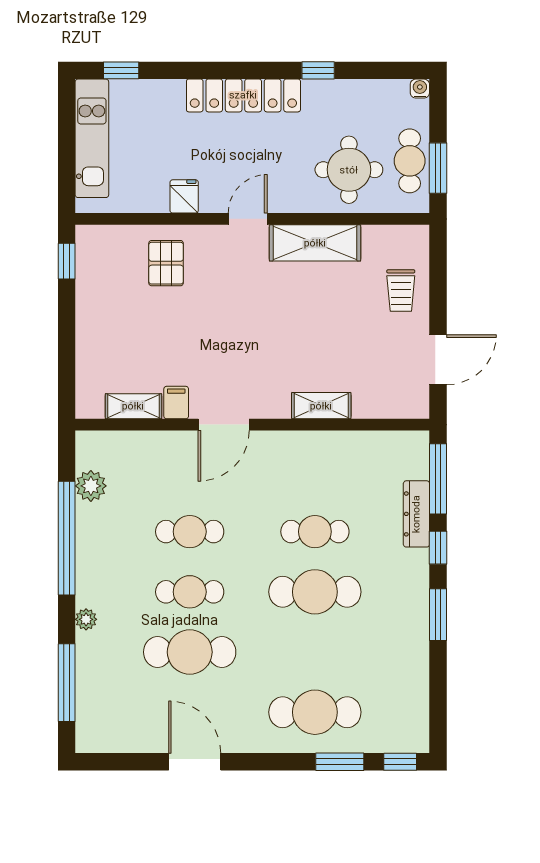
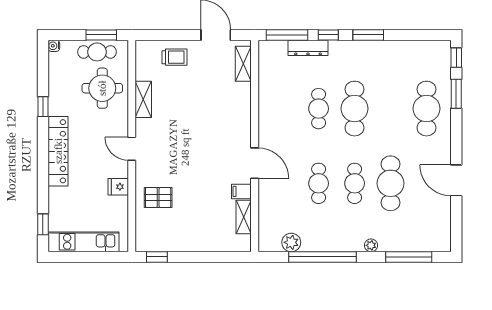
shelving: (315, 243) -> (143, 99), width x0.67, depth x0.75
shelving: (321, 406) -> (243, 64), moved
door: (195, 762) -> (456, 180), hinge flipped

